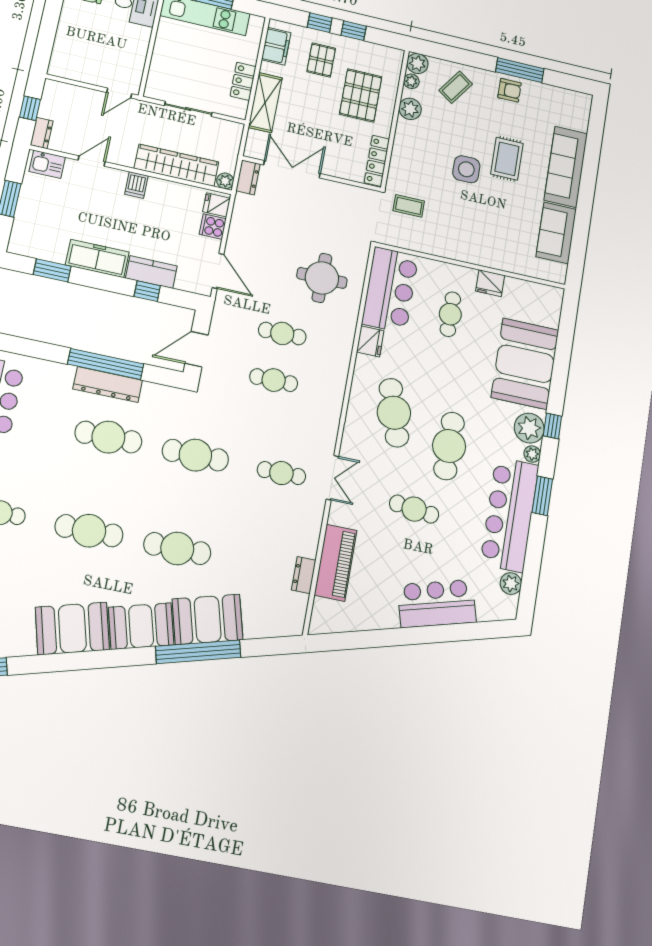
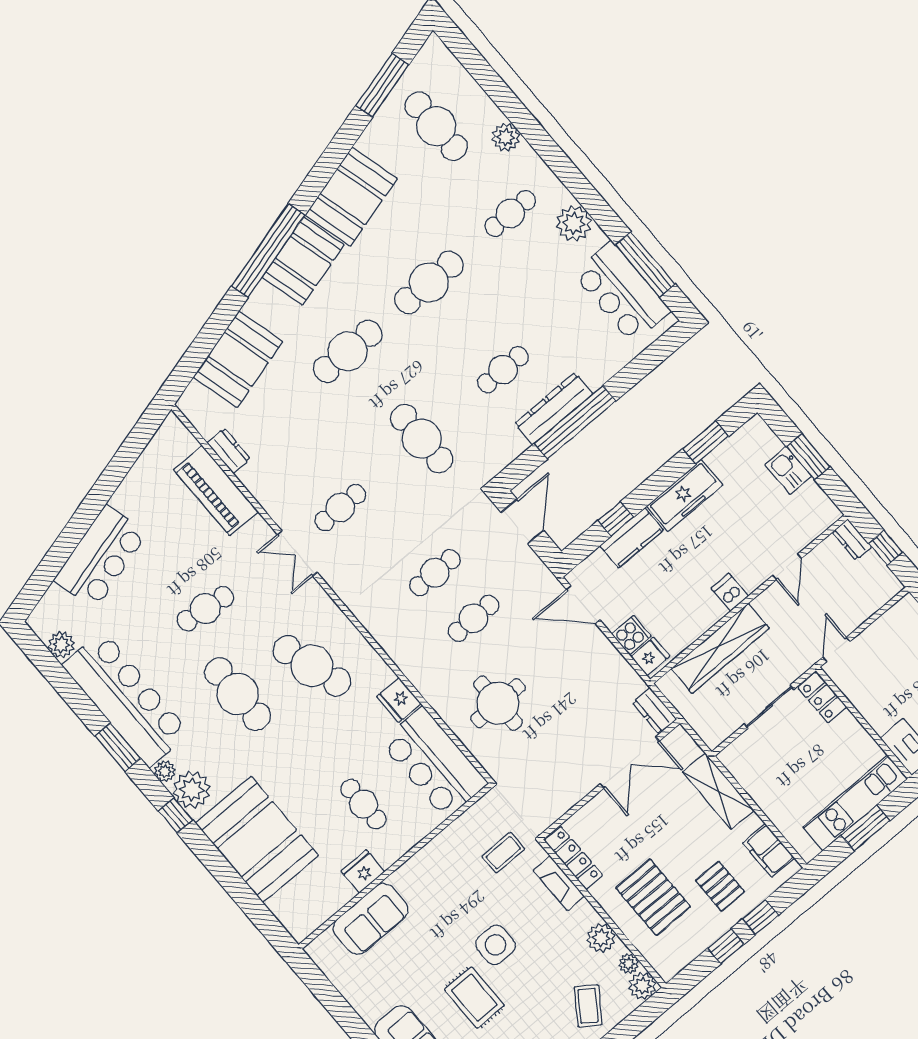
locker: (243, 81) -> (822, 697), moved, turned 180
fireplace: (399, 158) -> (559, 883), added
kitchen sink: (47, 164) -> (788, 470), moved, turned -90
plant: (225, 181) -> (668, 685), removed
sofa: (556, 233) -> (371, 919), moved, turned 90
cafe table: (108, 437) -> (503, 370), width x0.73, depth x0.74
cafe table: (195, 455) -> (422, 439), turned 90
booth: (208, 619) -> (238, 359), moved
window: (198, 652) -> (268, 251), moved

